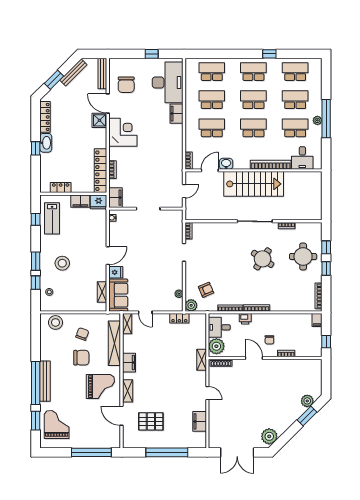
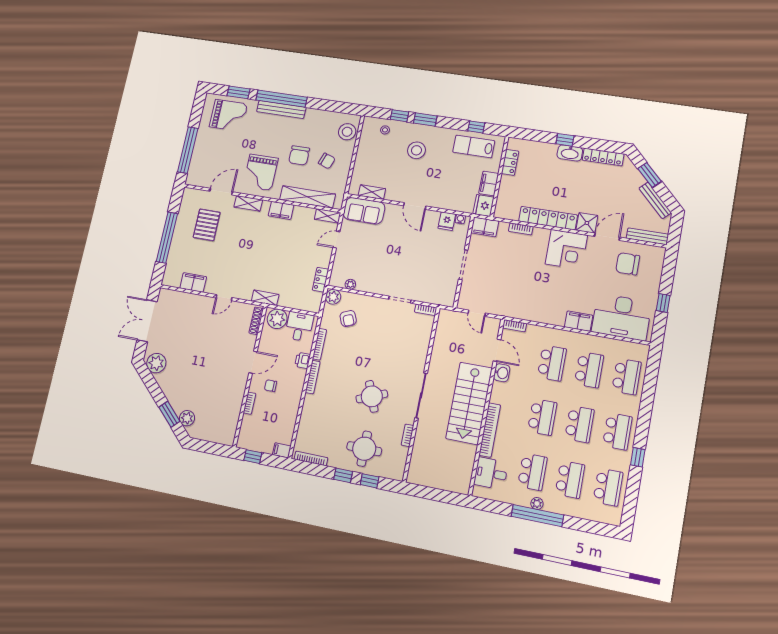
locker: (100, 171) -> (548, 218), moved
round table: (263, 259) -> (372, 396), turned 34
fridge: (116, 272) -> (447, 221), moved

